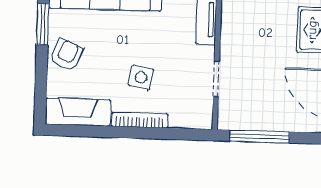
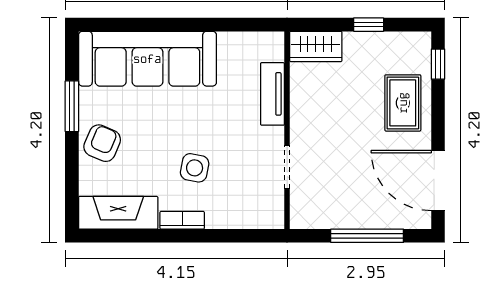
bookcase: (140, 120) -> (182, 220), width x0.64
window: (260, 136) -> (367, 236), moved

